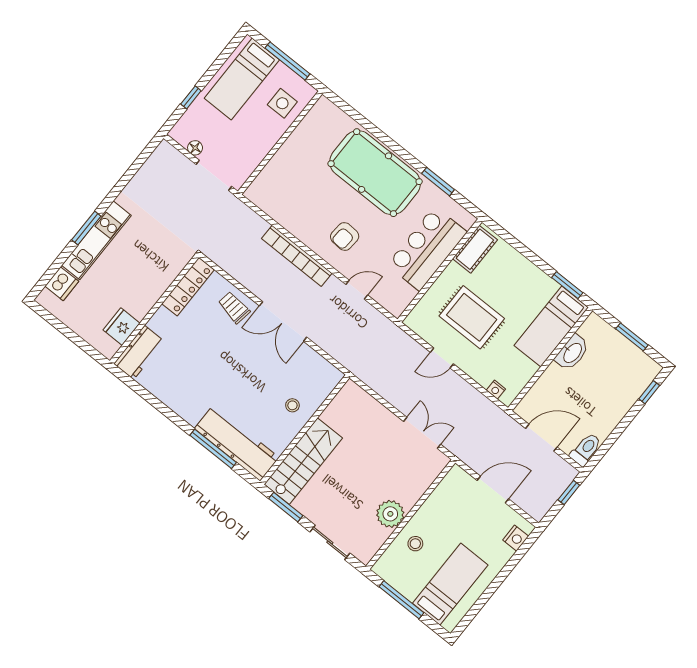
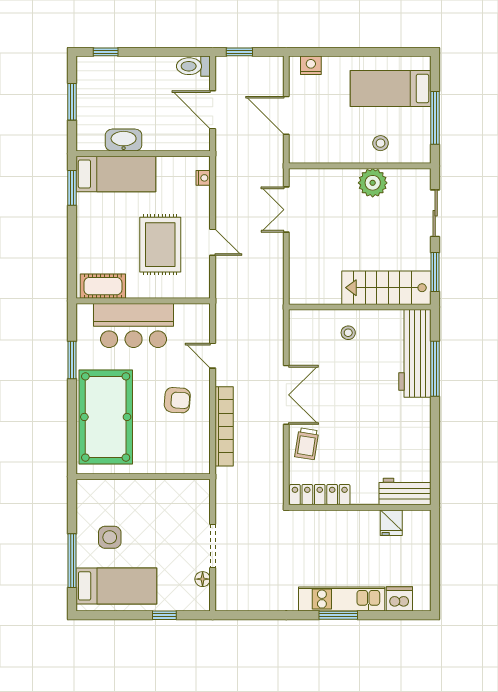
wall: (280, 143) -> (143, 477), moved
fridge: (121, 327) -> (391, 523), width x0.72

